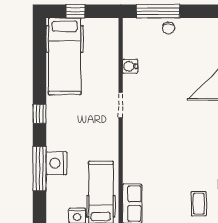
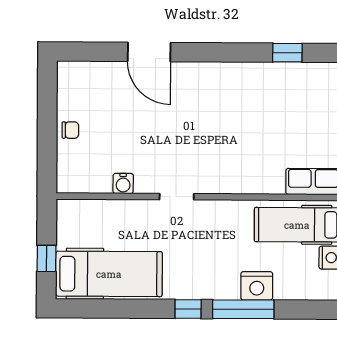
window: (158, 11) -> (47, 144), removed
window: (40, 169) -> (243, 309), moved
coffee table: (199, 204) -> (314, 89), removed

